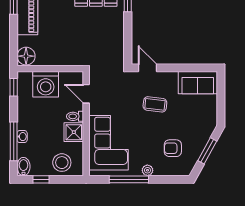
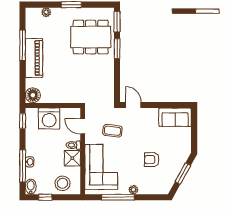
coffee table: (155, 104) -> (112, 131), moved
armchair: (173, 148) -> (152, 160), moved

